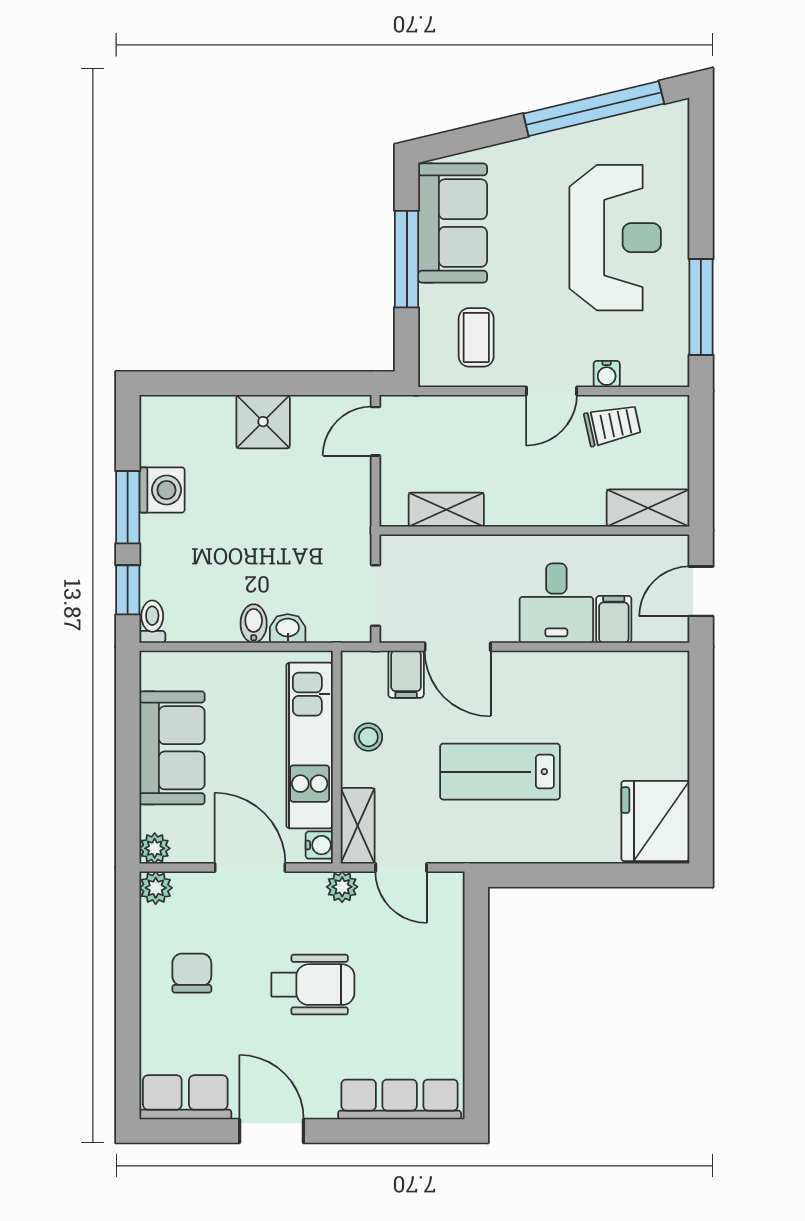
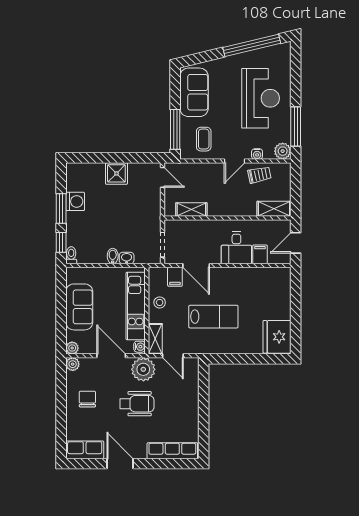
window: (407, 259) -> (175, 129), moved
plant: (669, 367) -> (283, 151), added
door: (376, 431) -> (163, 177), swing flipped
lab bench: (500, 772) -> (213, 317), turned 180
plant: (342, 887) -> (143, 369), width x1.88, depth x1.88

